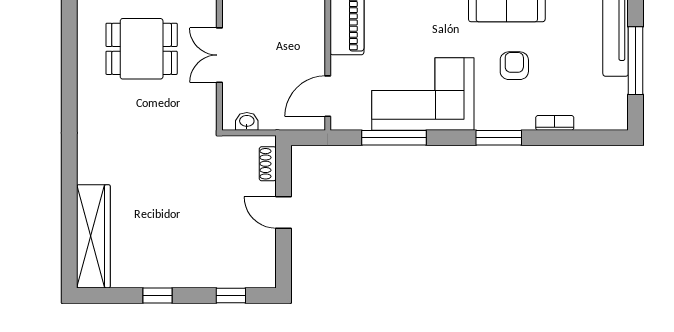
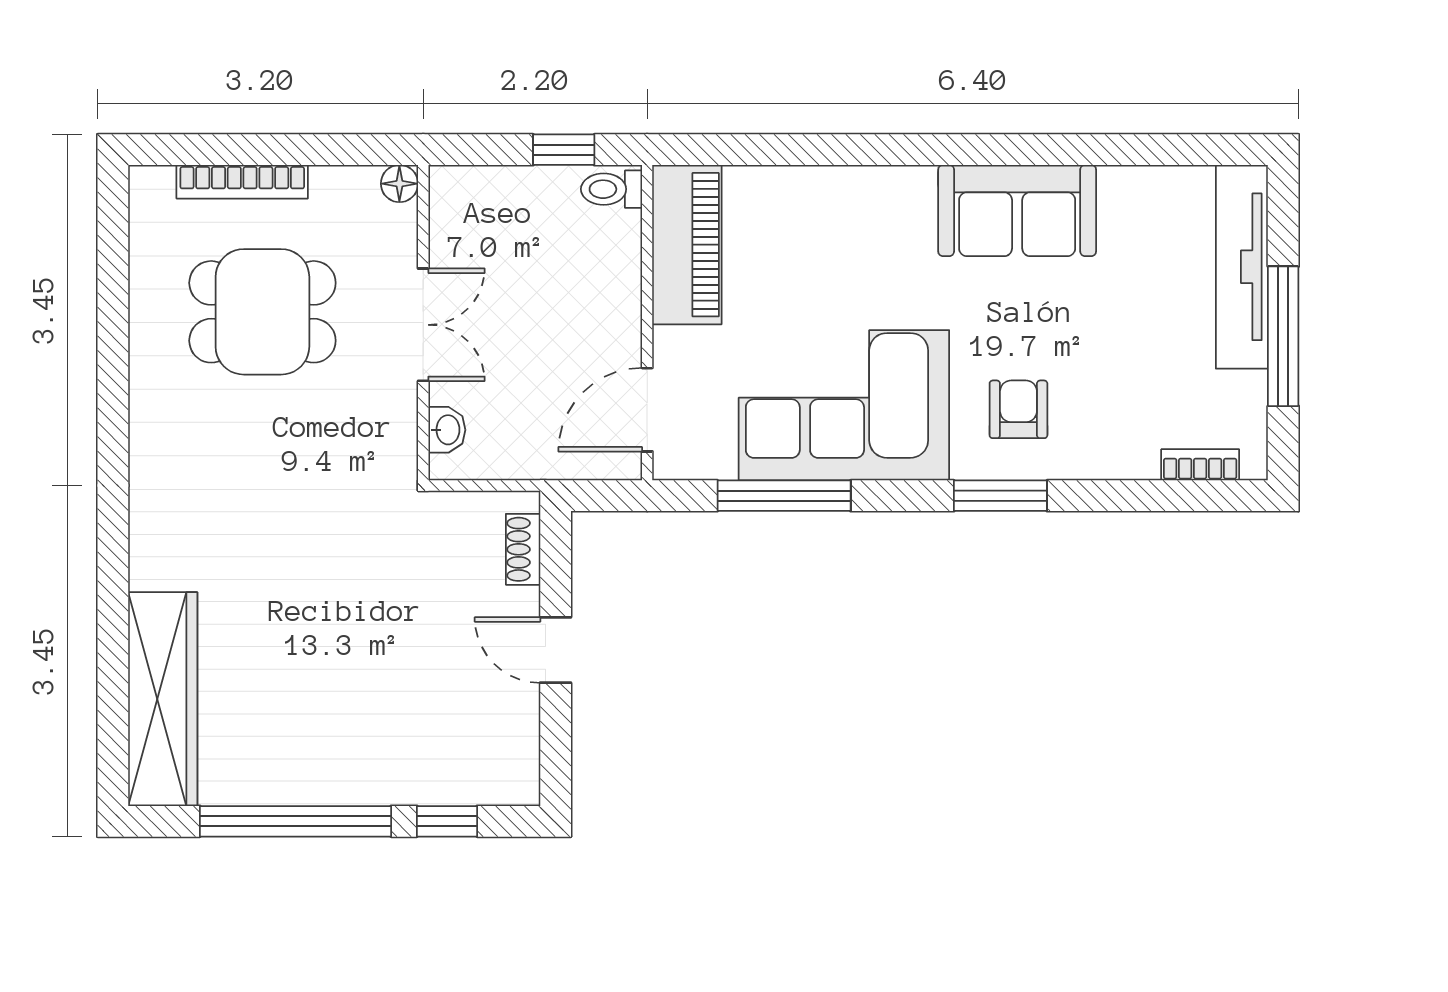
double door: (219, 55) -> (423, 325), swing flipped
armchair: (514, 66) -> (1018, 409), moved
washbasin: (247, 121) -> (447, 430), moved, turned 90
bookcase: (555, 123) -> (1200, 465), moved
window: (158, 295) -> (295, 821), width x3.17

